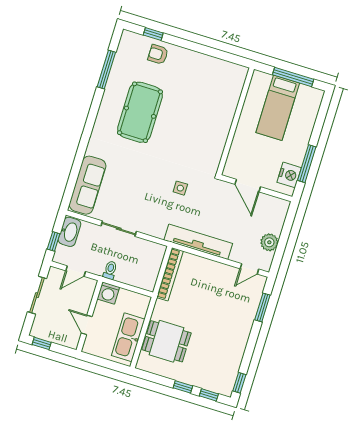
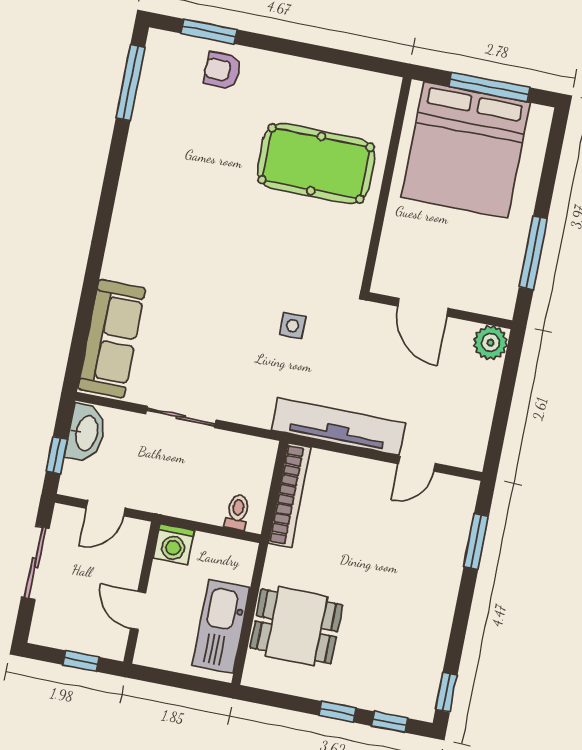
window: (153, 34) -> (209, 31), width x1.50
window: (106, 70) -> (130, 83), moved
bed: (278, 108) -> (466, 150), width x2.04
pool table: (140, 112) -> (316, 164), moved, turned 90
nightstand: (289, 175) -> (502, 278), removed
plant: (269, 242) -> (490, 343), moved
door: (249, 269) -> (417, 464), moved
toilet: (110, 270) -> (237, 512), moved
window: (42, 343) -> (81, 661), moved

